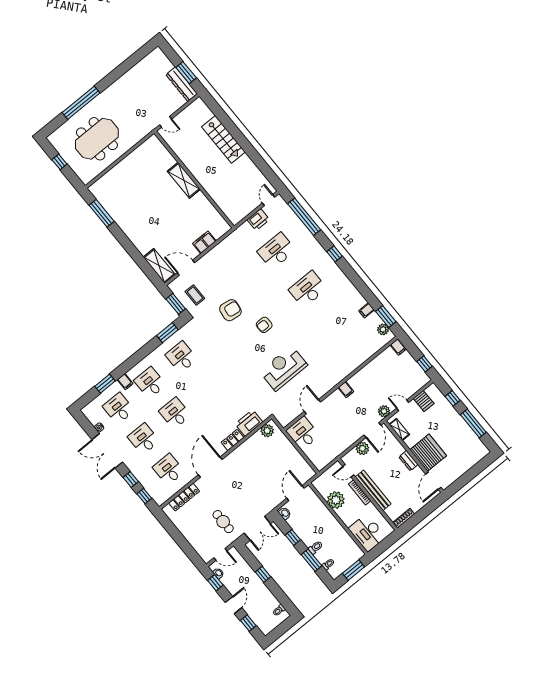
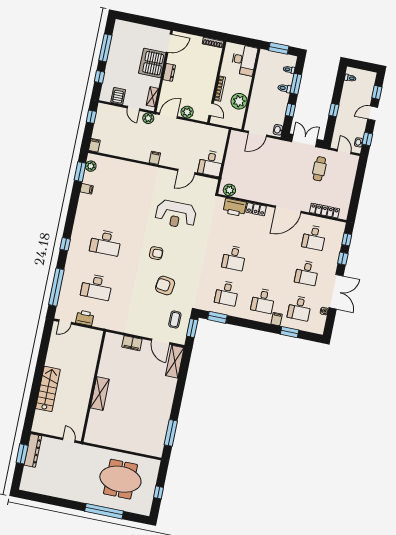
desk: (175, 413) -> (234, 258), moved
bench: (373, 490) -> (211, 80), removed

